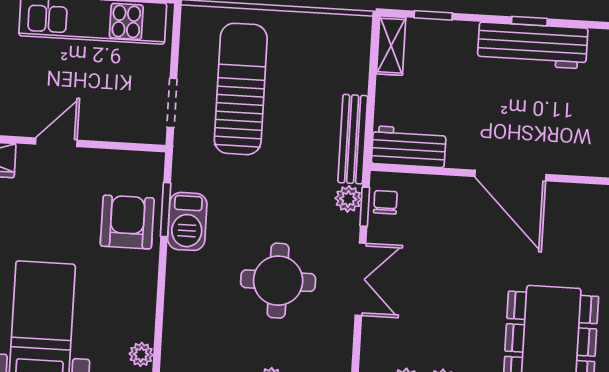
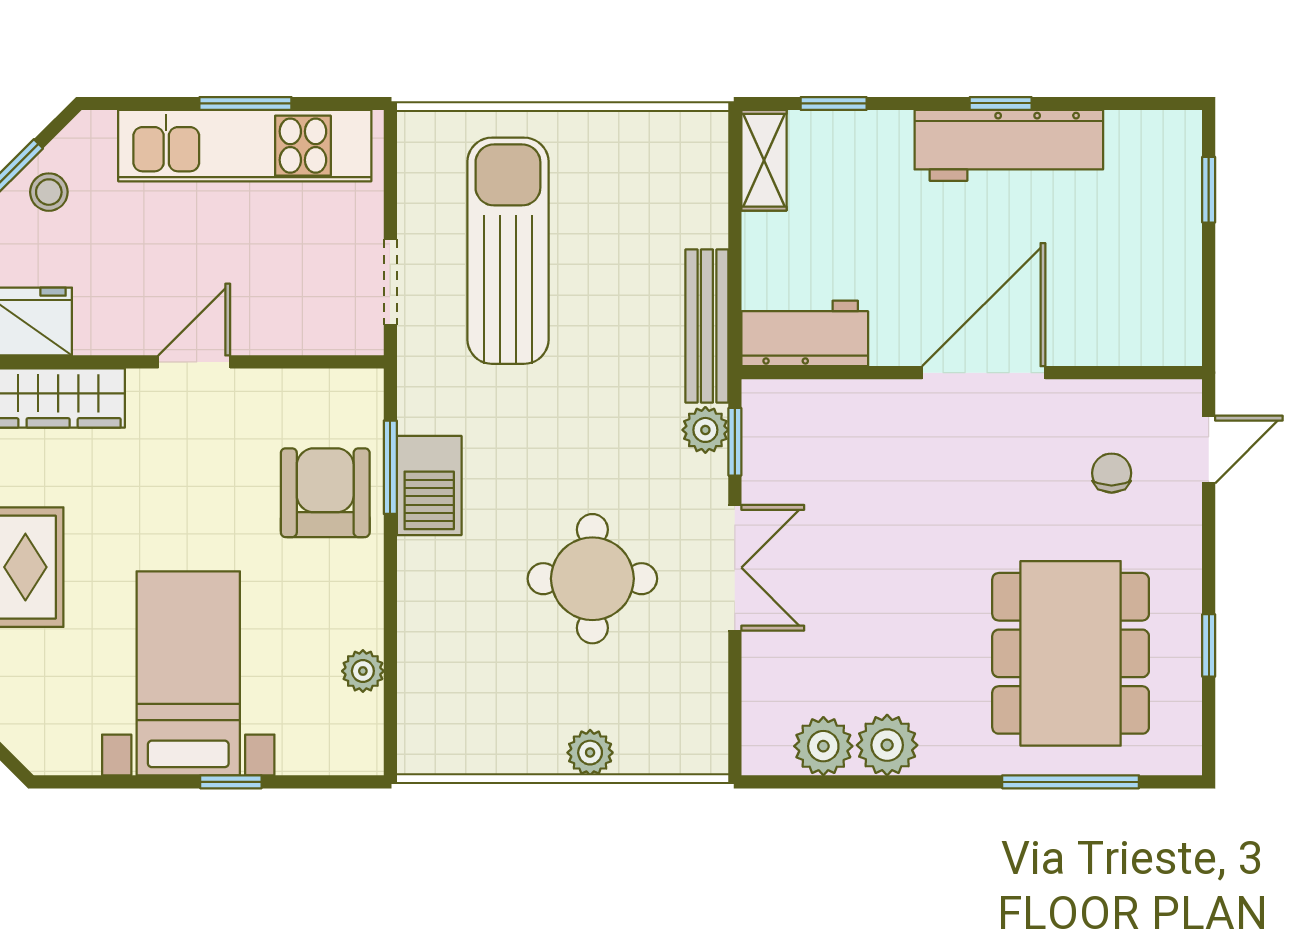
door: (510, 175) -> (984, 373), swing flipped
chair: (385, 202) -> (1112, 473), moved
plant: (141, 354) -> (363, 671), moved

